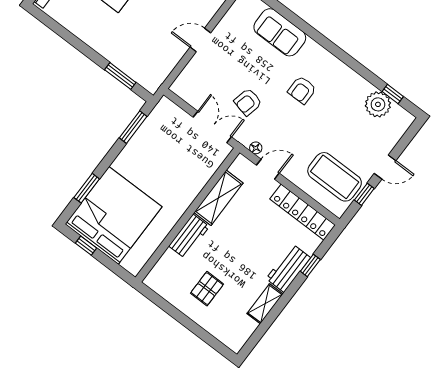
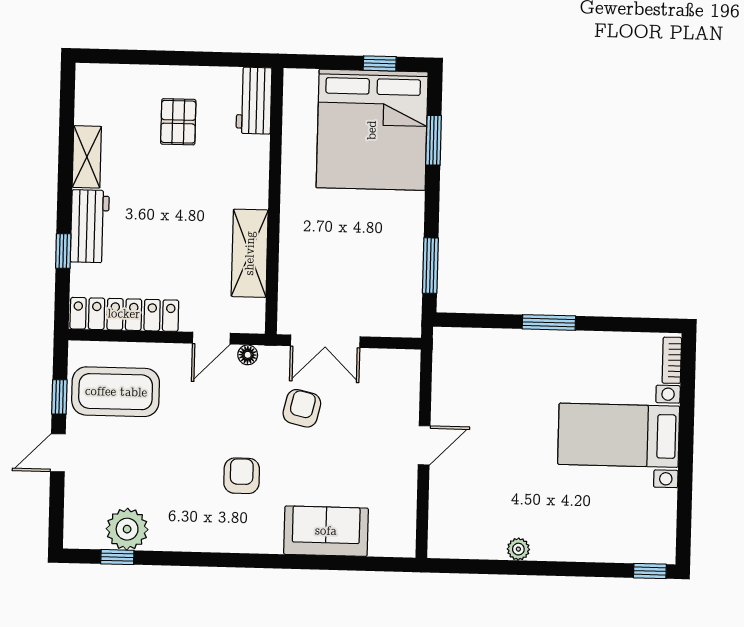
window: (120, 76) -> (549, 322), moved
workbench: (189, 236) -> (254, 101), moved

